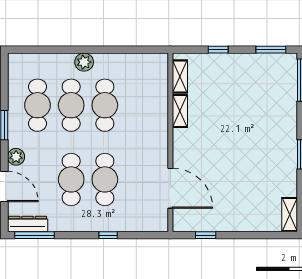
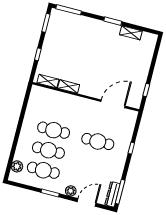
plant: (84, 62) -> (17, 166), moved
cafe table: (71, 179) -> (93, 162), removed
shelving: (290, 215) -> (131, 33), moved

